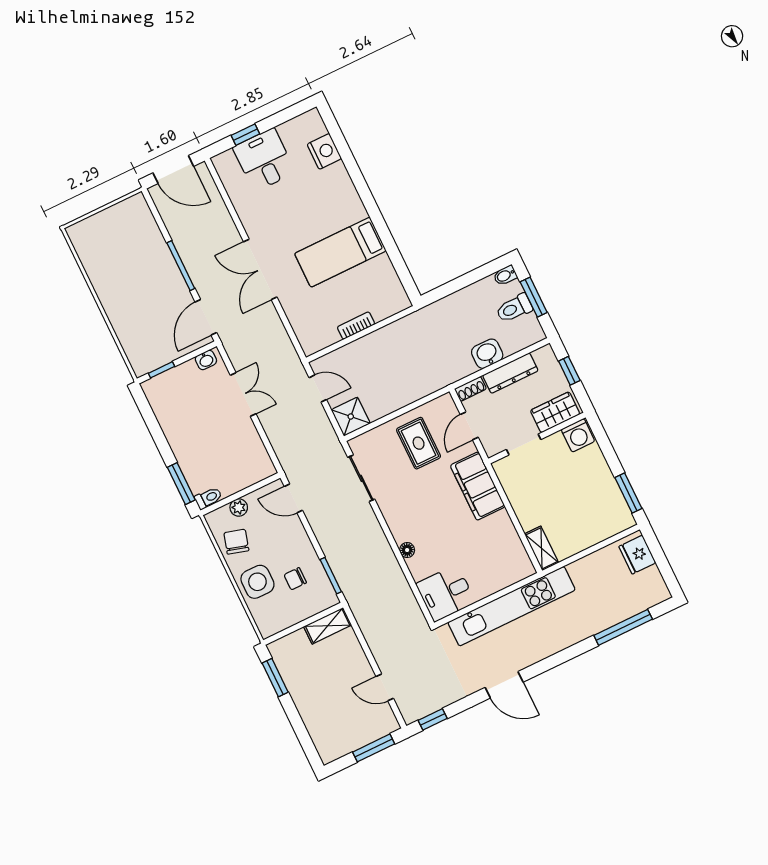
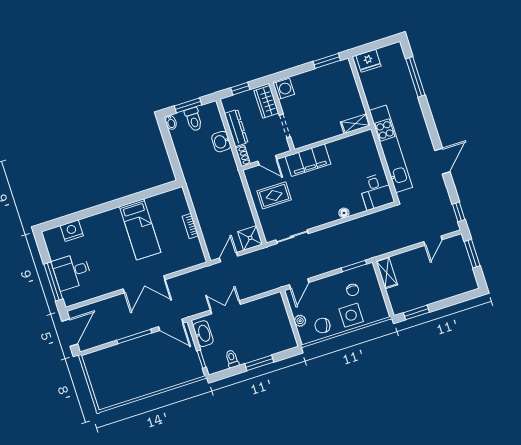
window: (245, 135) -> (53, 281), width x2.17
washbasin: (206, 360) -> (203, 334), width x1.91, depth x1.45
window: (181, 484) -> (259, 363), moved
toilet: (208, 498) -> (232, 359), moved

